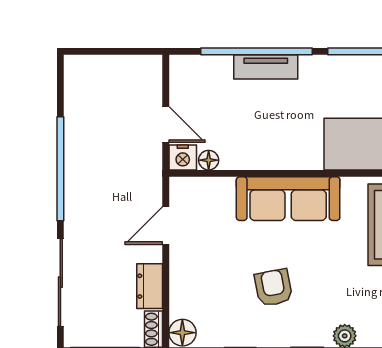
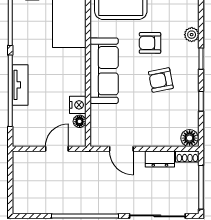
nightstand: (183, 157) -> (78, 105), moved
armchair: (332, 271) -> (150, 43), added

